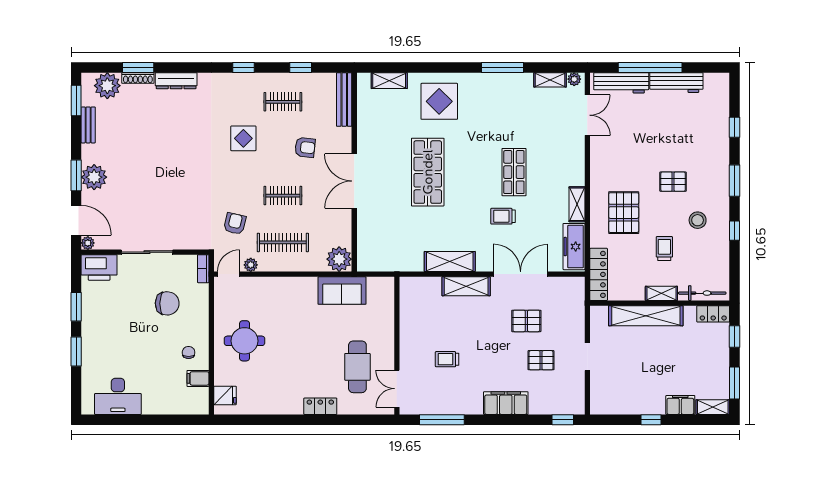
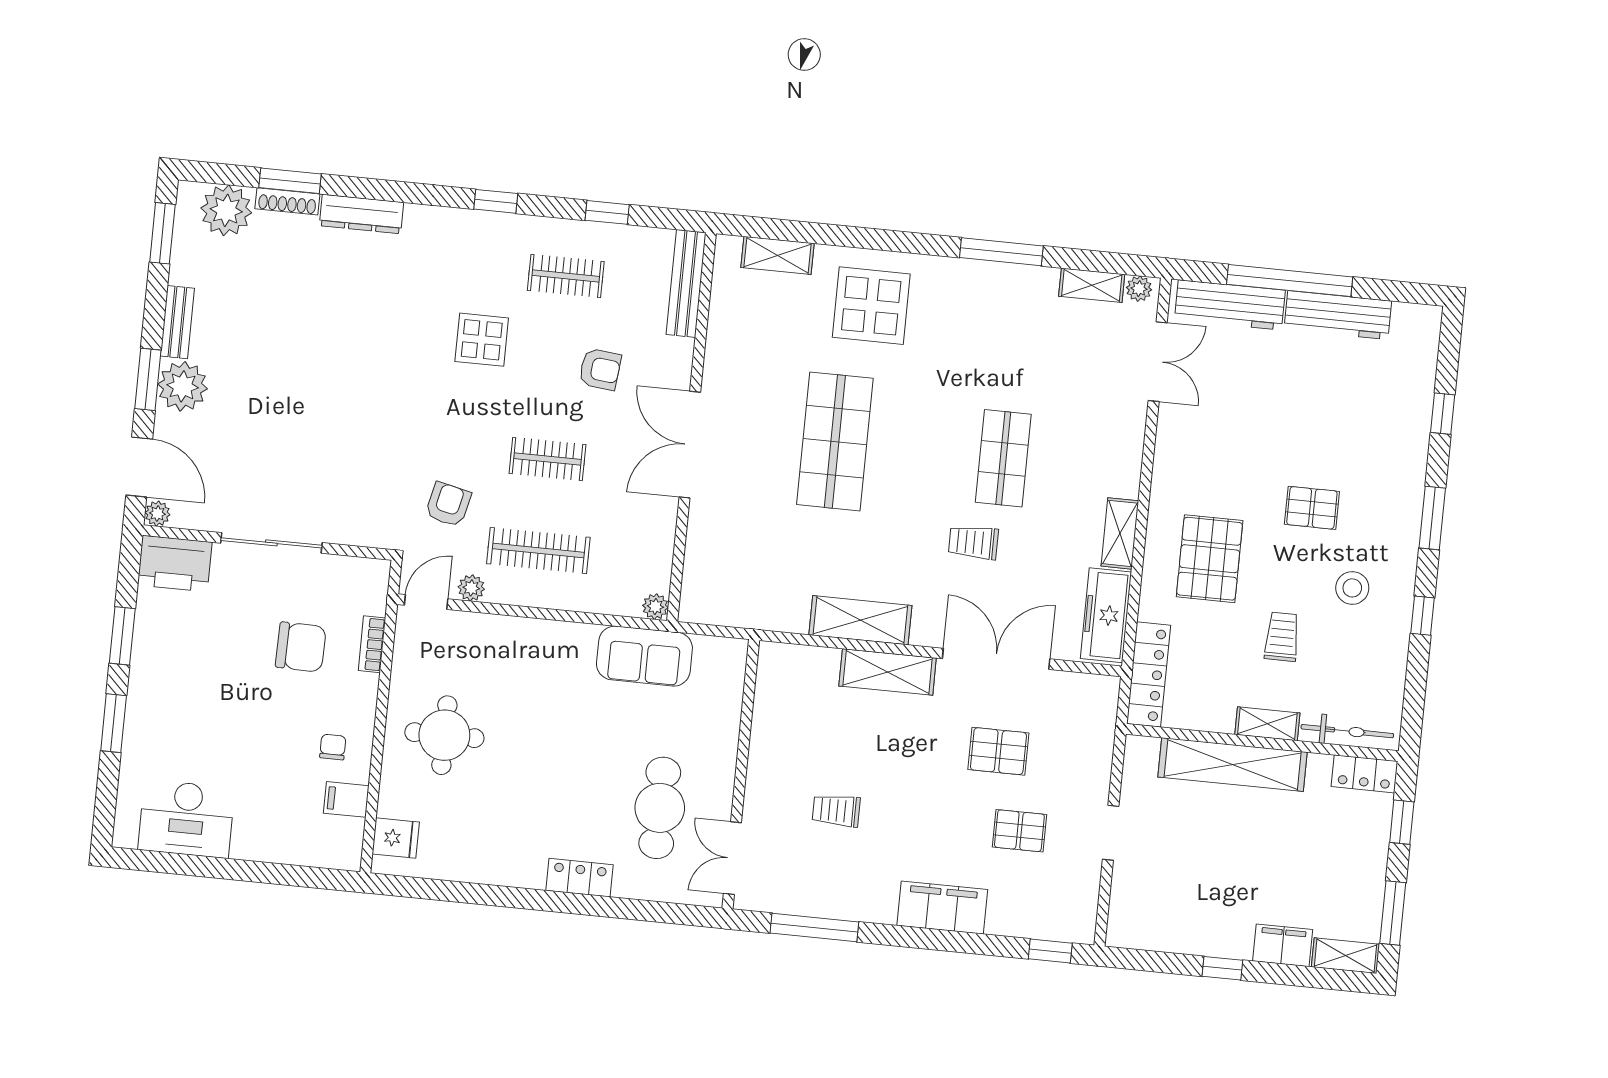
bench: (88, 125) -> (177, 322), moved
plant: (339, 259) -> (655, 607), width x0.53, depth x0.53
bookcase: (203, 269) -> (372, 644), moved

